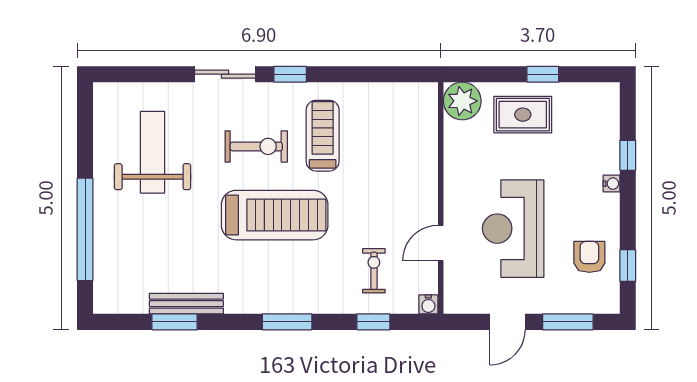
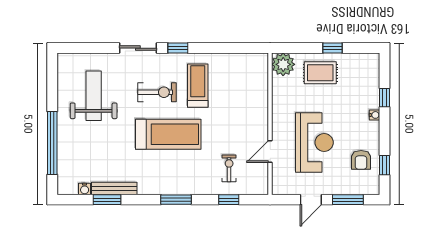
reception desk: (513, 229) -> (314, 143), turned 180
armchair: (589, 257) -> (361, 160), turned 180
water cooler: (428, 304) -> (85, 189), moved

